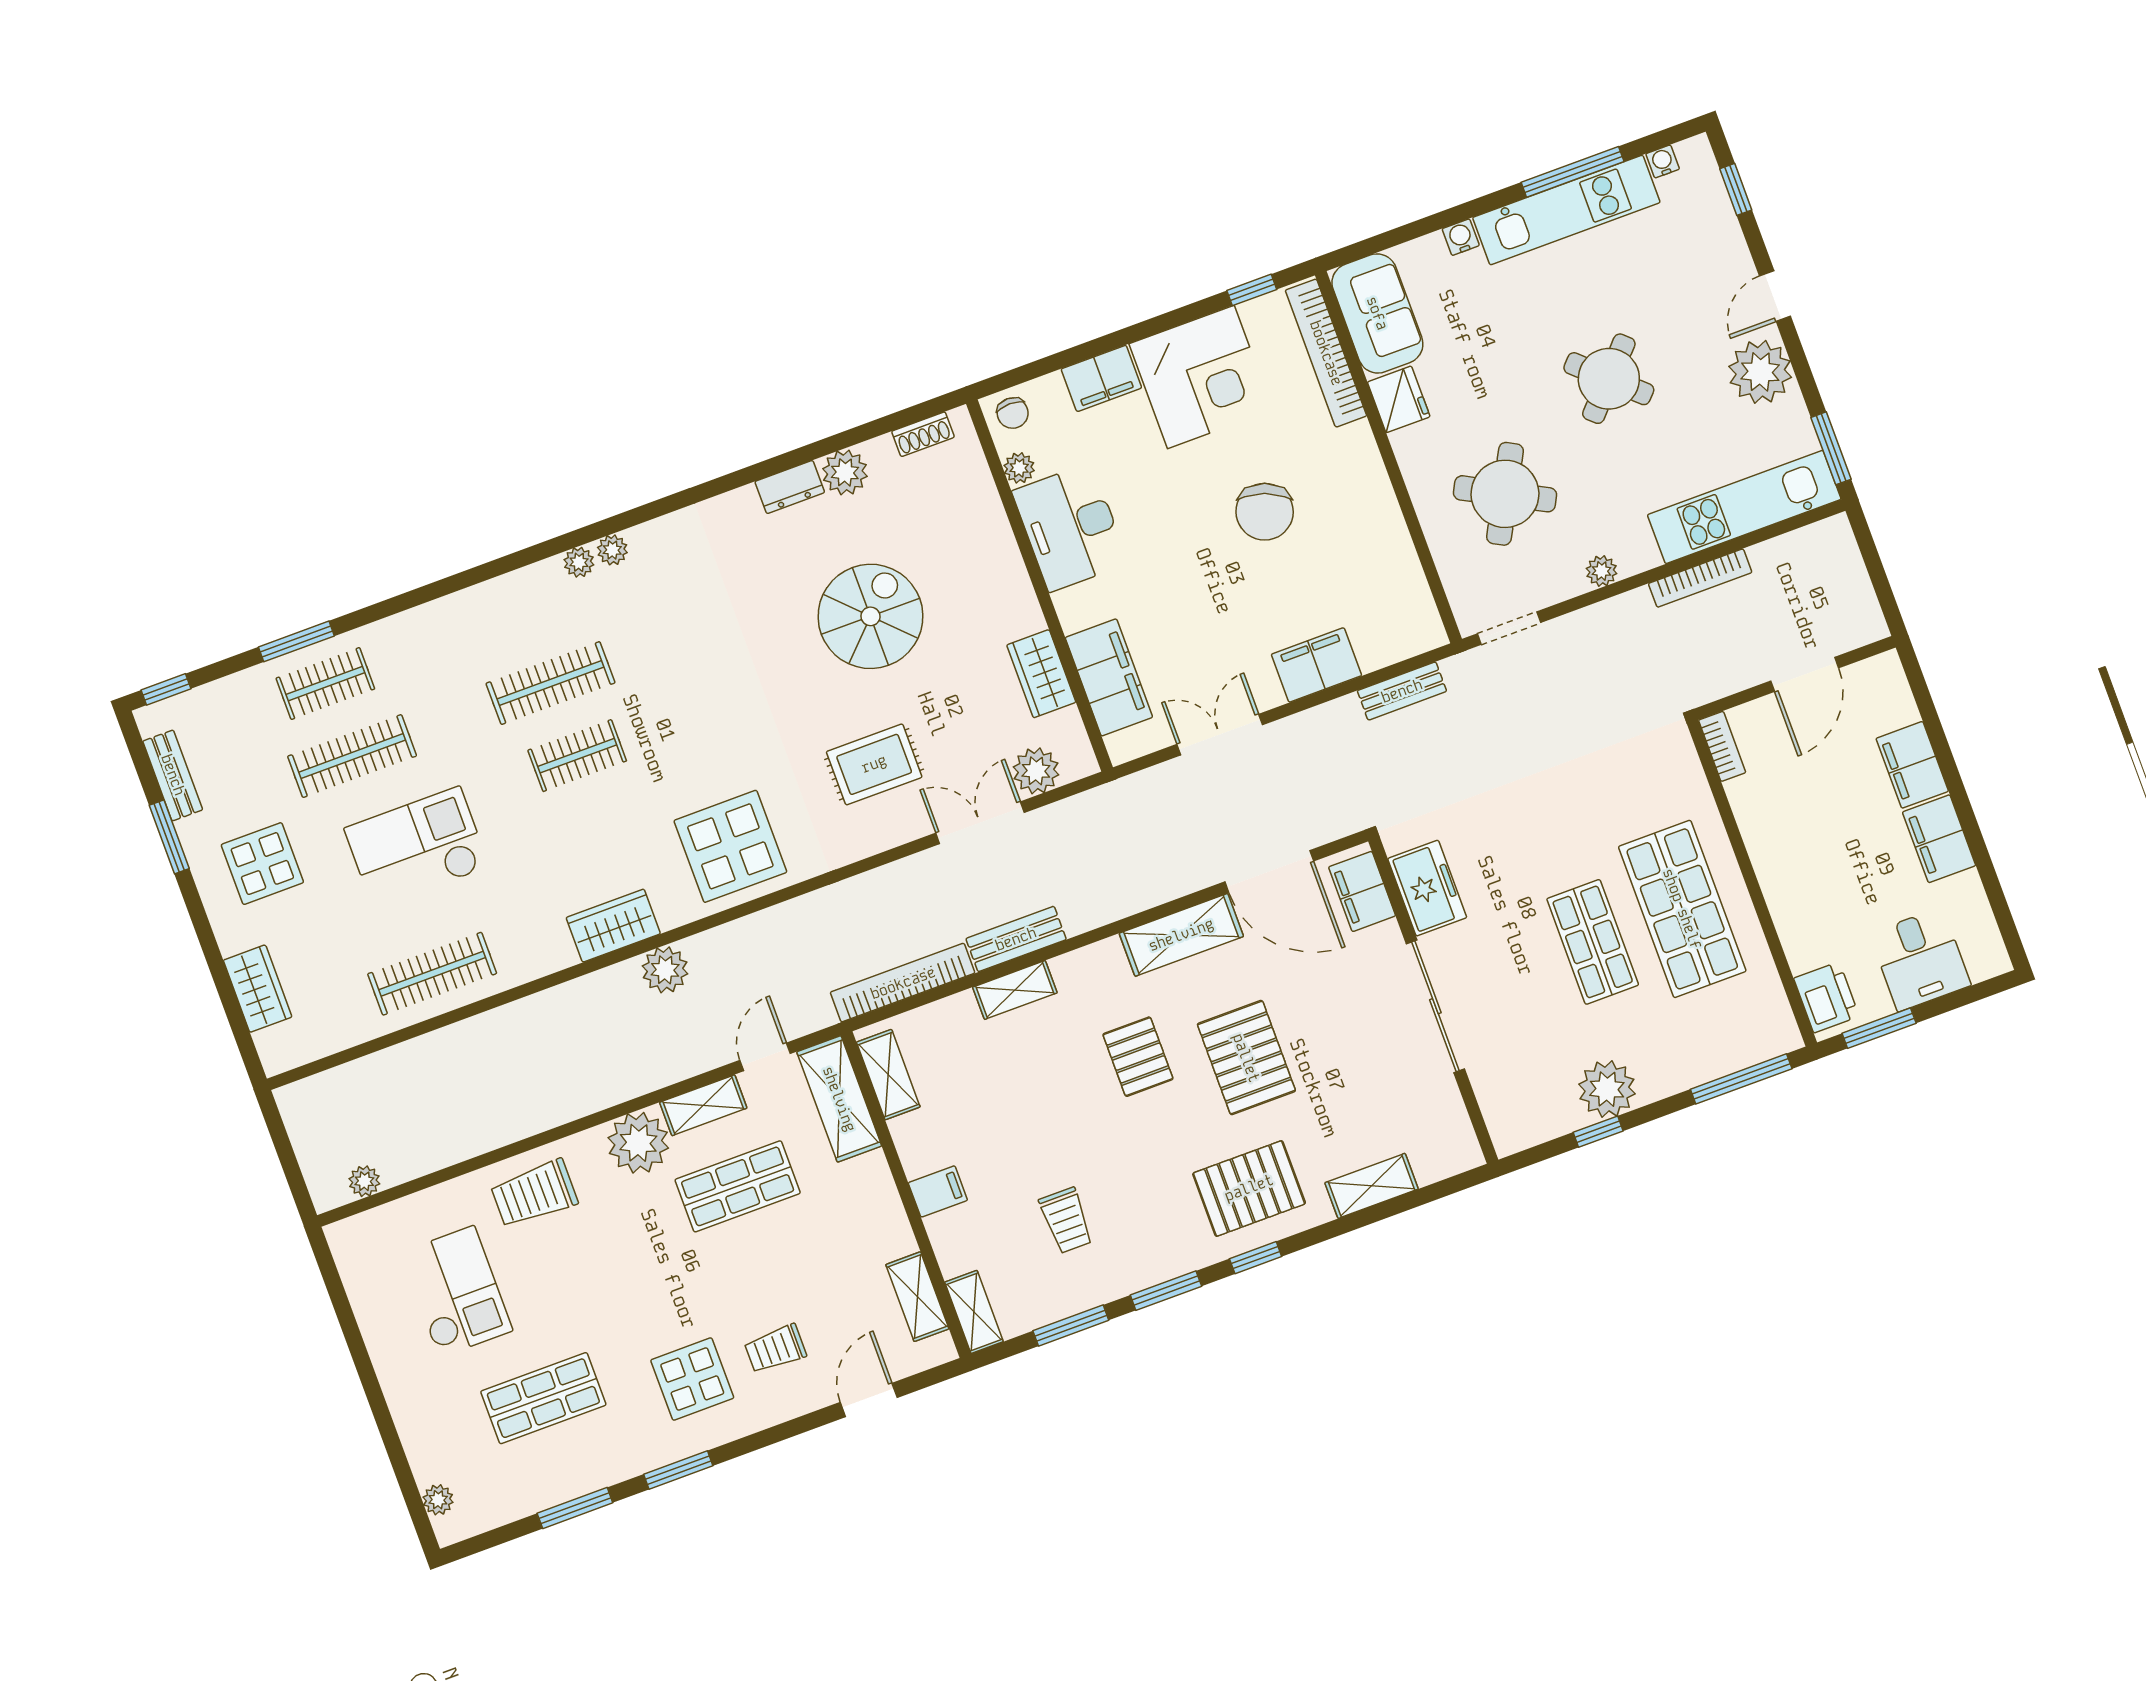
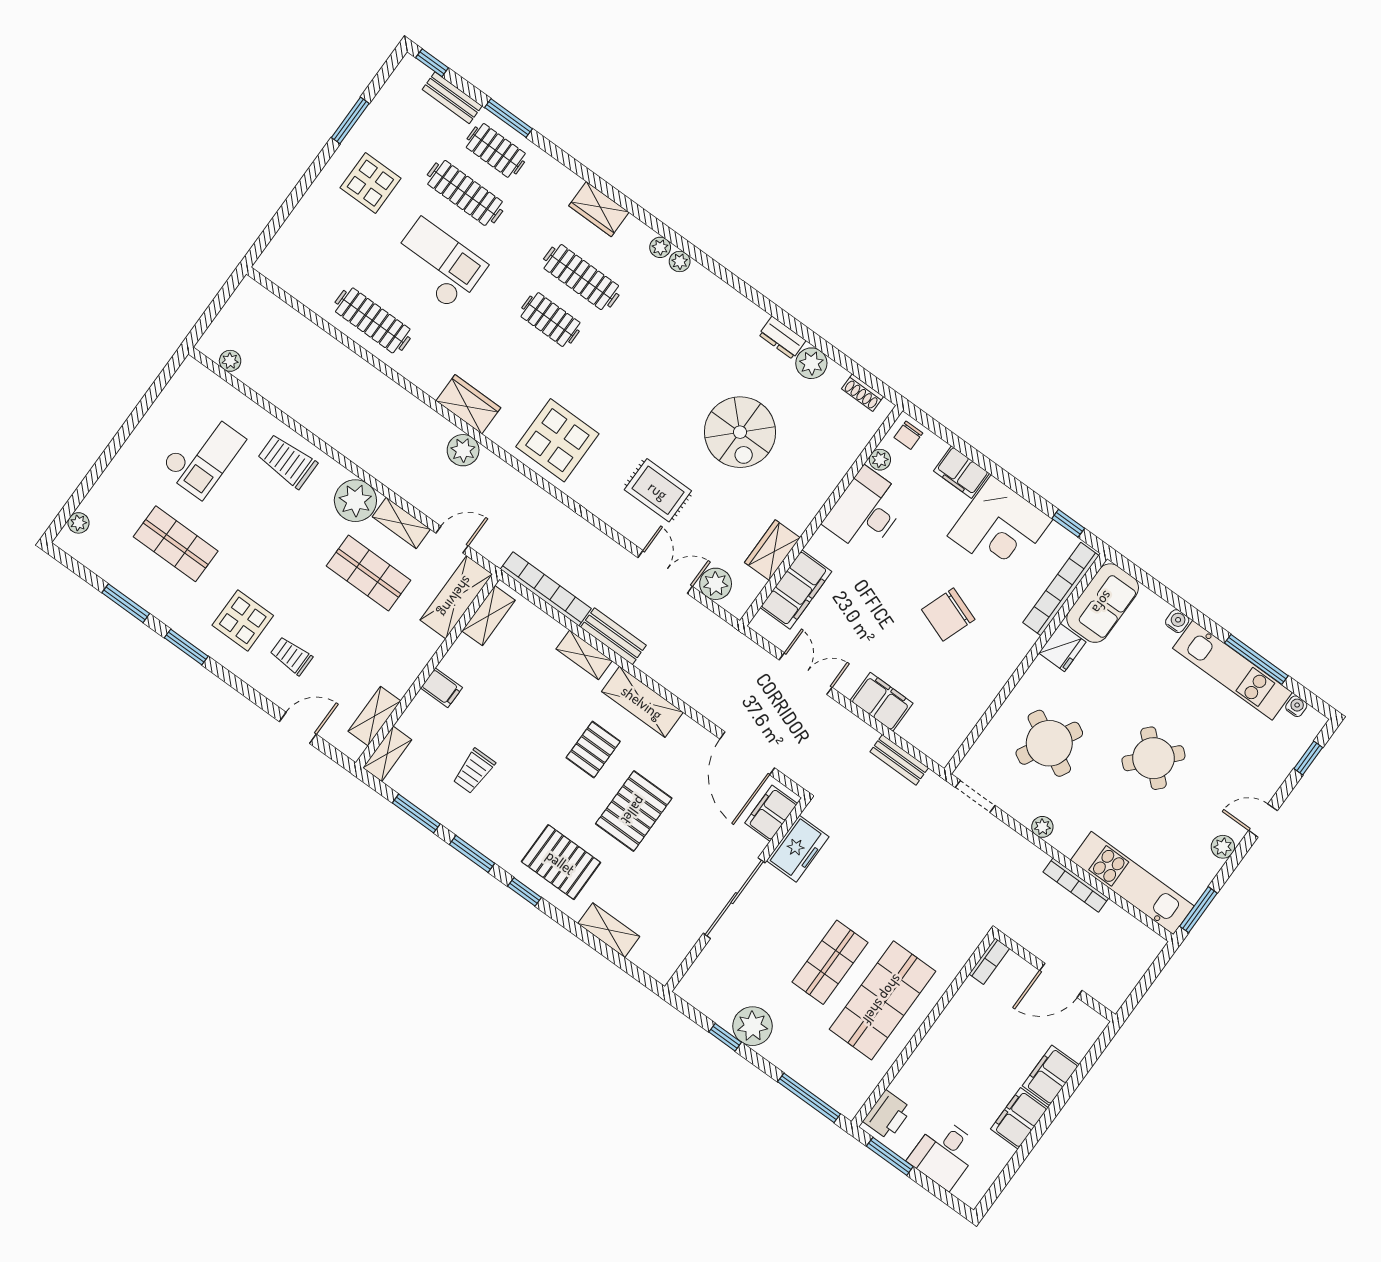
plant: (1760, 372) -> (1223, 847), width x0.53, depth x0.53
spiral stairs: (870, 616) -> (740, 432), turned 90
bench: (173, 775) -> (452, 98), moved, turned 90
shelving: (1181, 935) -> (642, 702), moved
wardrobe: (258, 989) -> (599, 209), moved, turned 90

